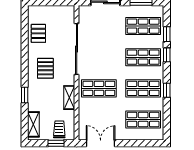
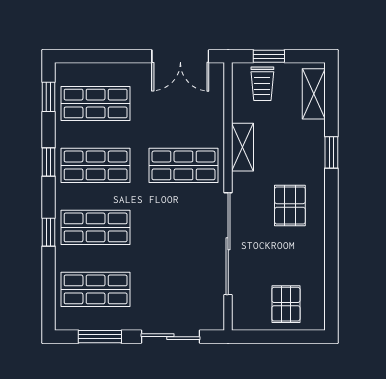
pallet: (38, 33) -> (286, 304), moved
window: (167, 34) -> (49, 97), moved

